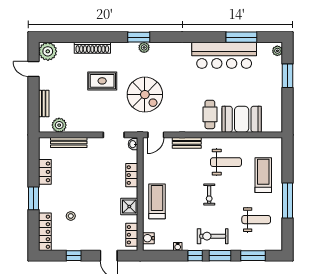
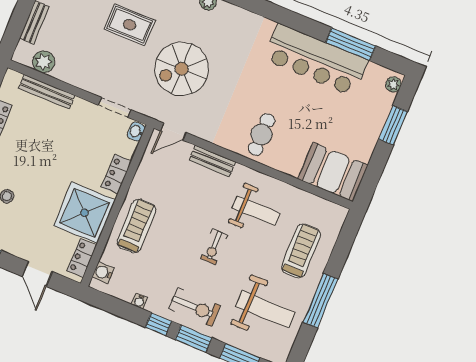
spiral stairs: (145, 95) -> (182, 69), turned 90
booth: (242, 119) -> (333, 172), moved
shower: (129, 207) -> (84, 213), width x1.86, depth x1.86
weight bench: (256, 220) -> (265, 309), width x1.36, depth x1.33
exercise bike: (213, 236) -> (195, 307), turned 180

